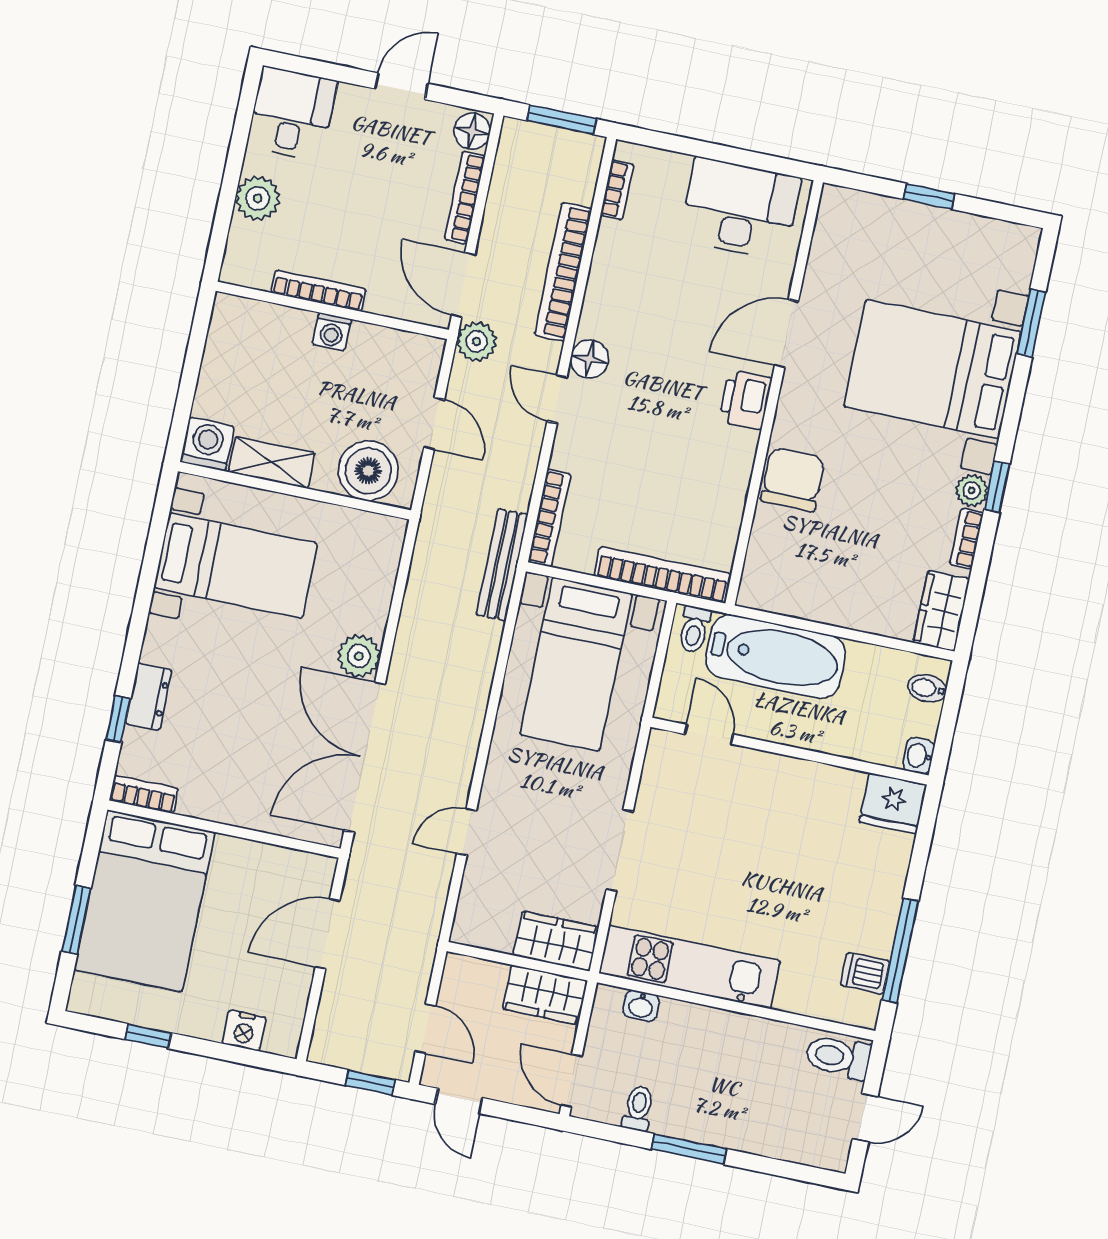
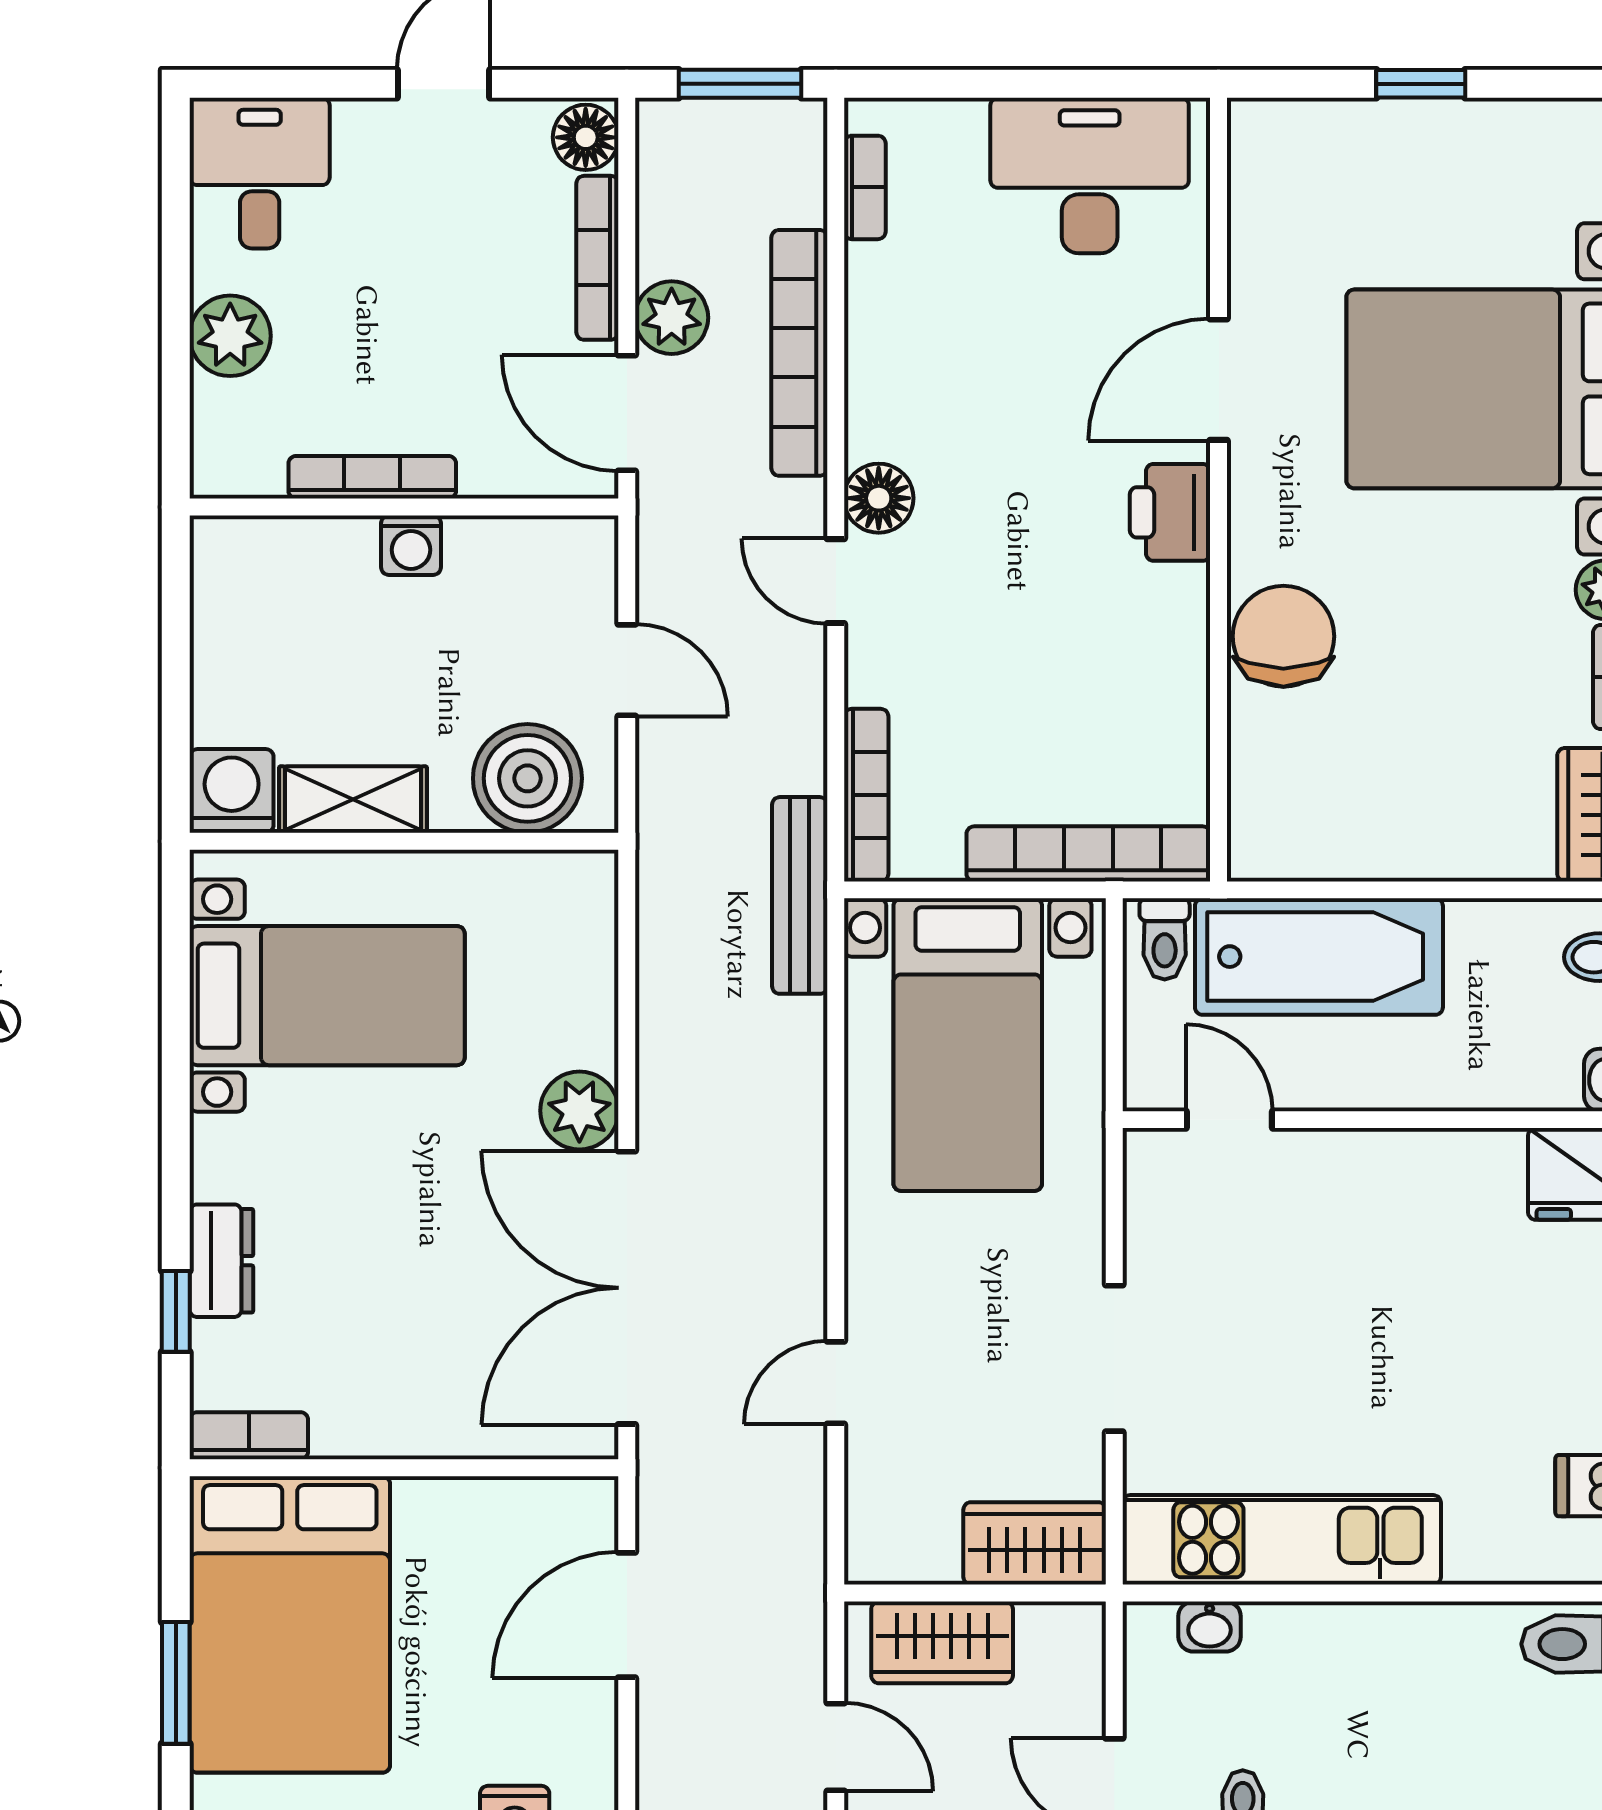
plant: (477, 342) -> (672, 318), moved
wardrobe: (545, 995) -> (942, 1642), moved

